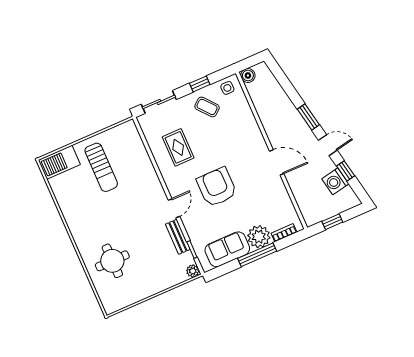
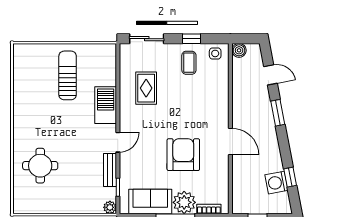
coffee table: (207, 107) -> (189, 63), turned 40
door: (328, 145) -> (271, 75), moved
barbecue: (59, 162) -> (106, 105), moved, turned 90
sun lounger: (101, 167) -> (68, 75), turned 180
armchair: (217, 187) -> (183, 155), moved

